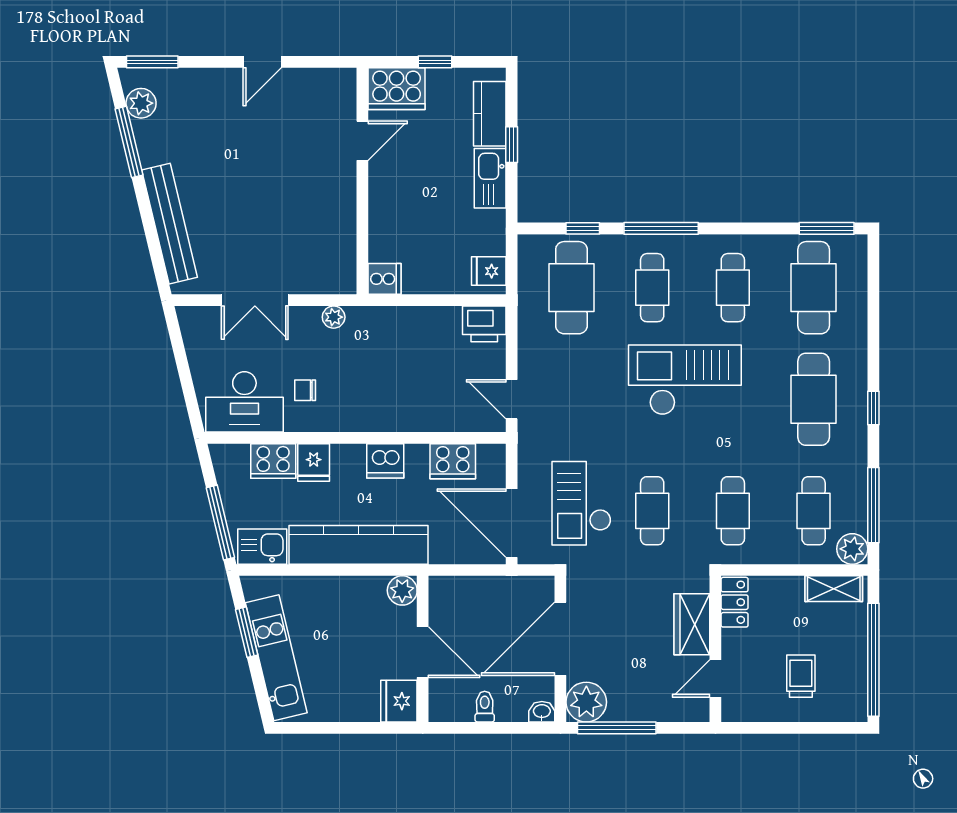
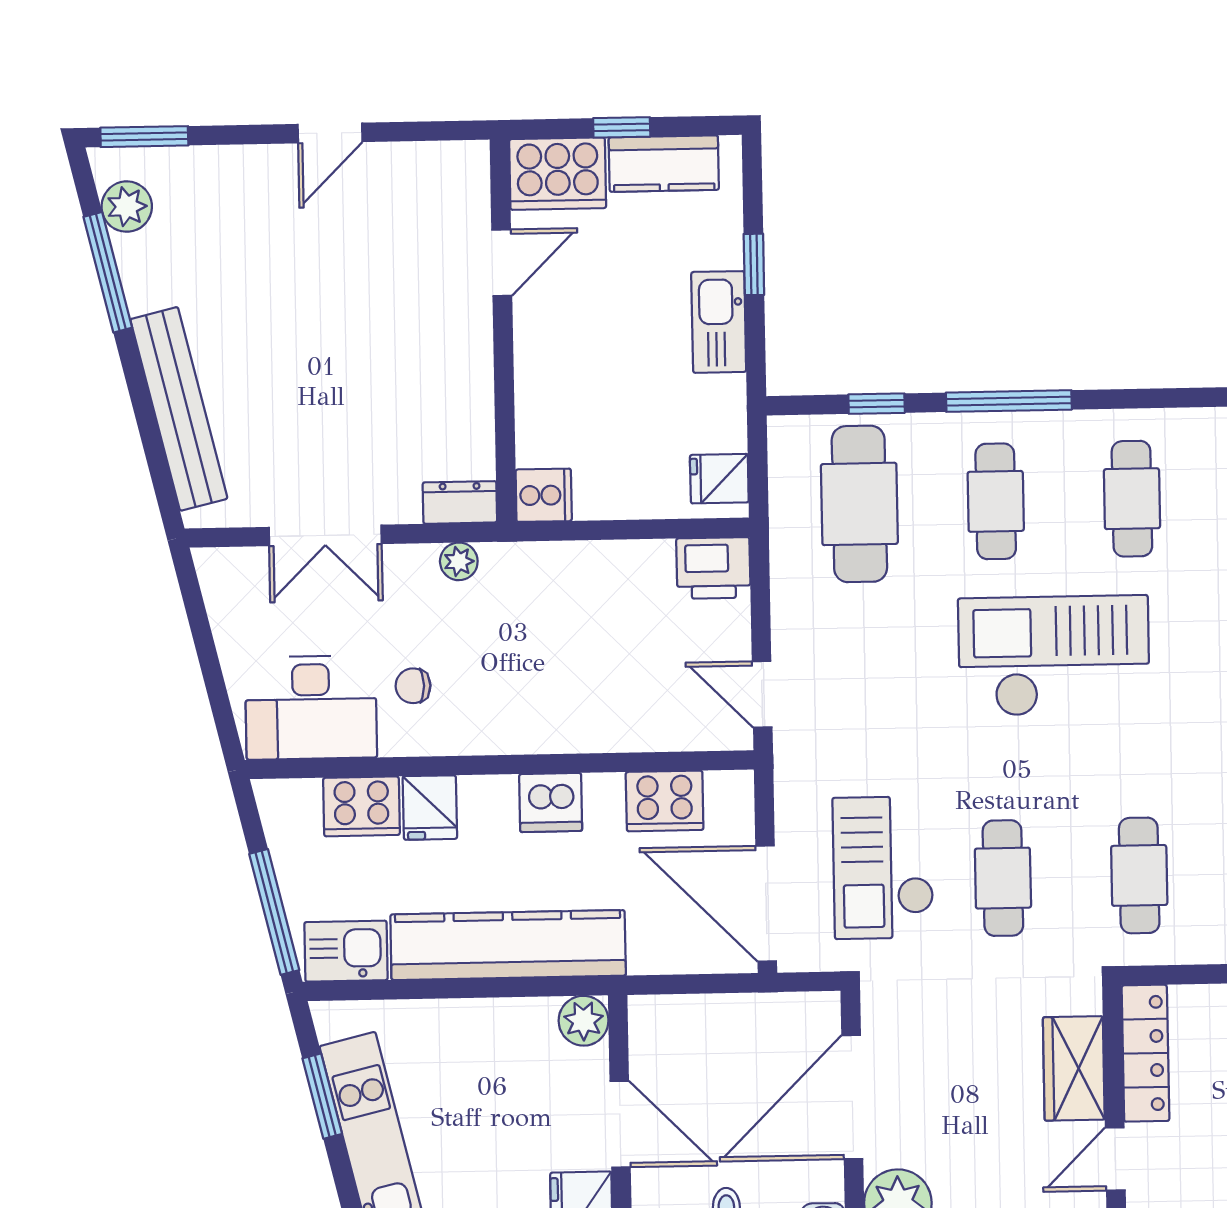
kitchen counter: (490, 114) -> (664, 164), moved, turned -90
dresser: (335, 282) -> (460, 502), added
locker: (735, 602) -> (1145, 1053), width x1.53

